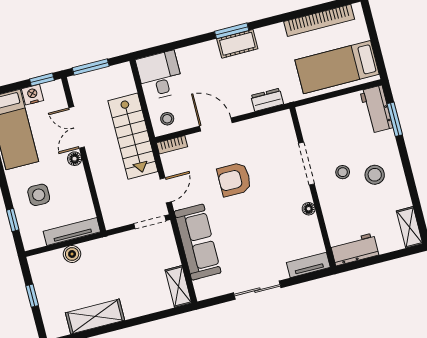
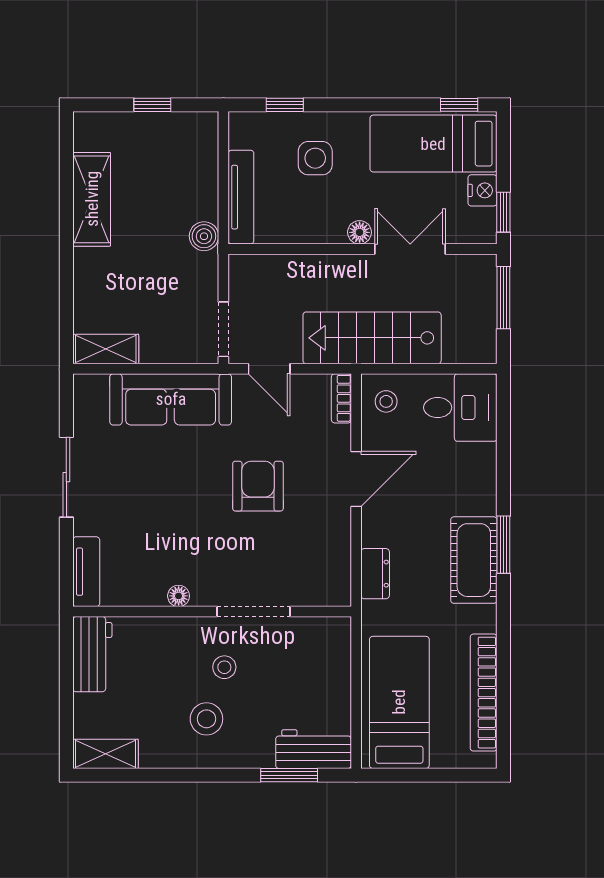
cot: (237, 44) -> (474, 560), width x1.37, depth x1.34
boiler: (72, 254) -> (204, 236), moved

